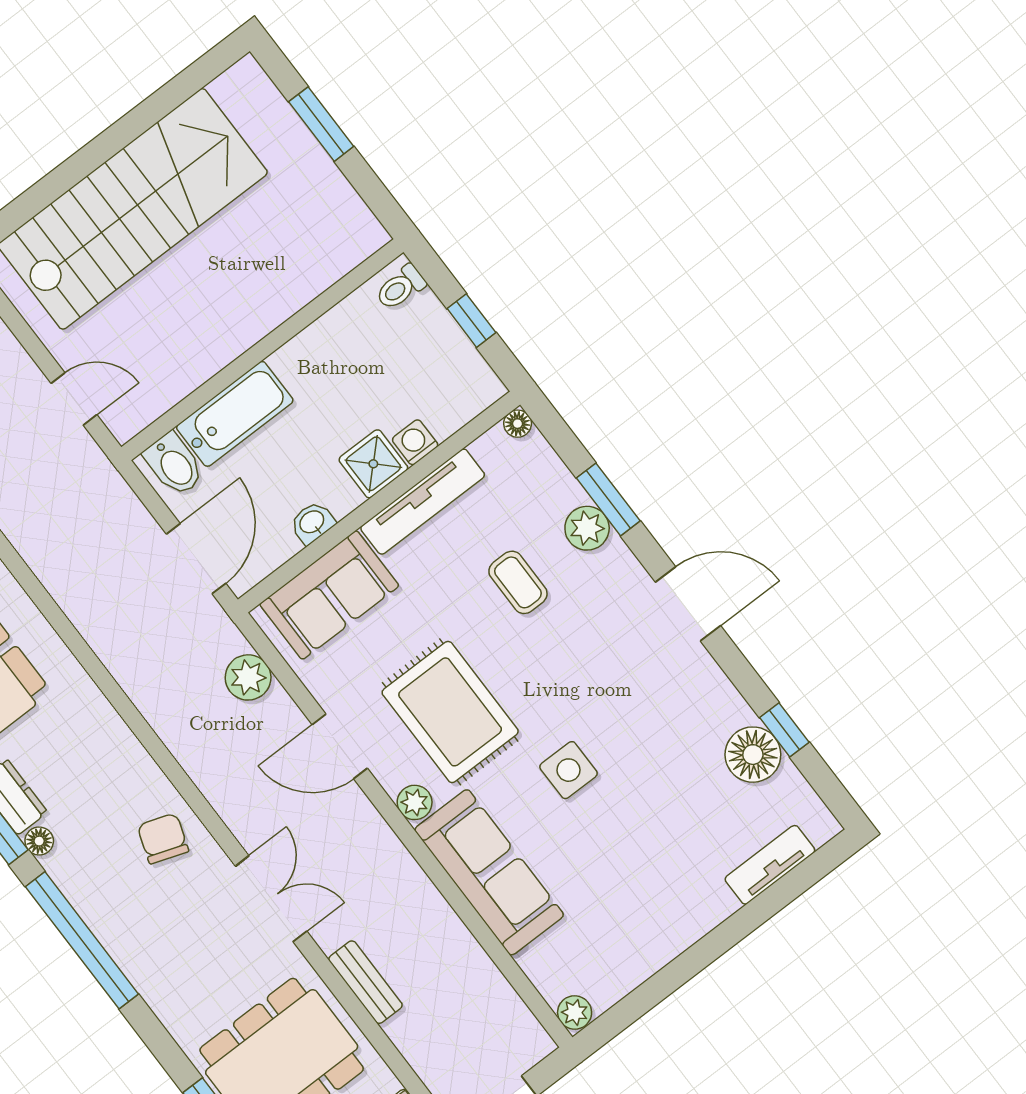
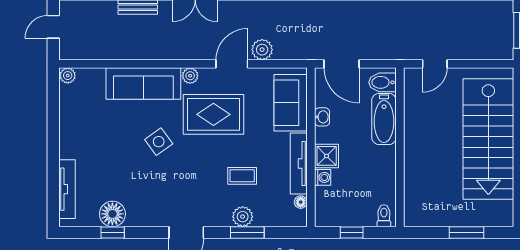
floor lamp: (518, 424) -> (301, 202), moved
plant: (248, 677) -> (262, 50), moved
side table: (569, 770) -> (159, 142), turned -36
tv unit: (770, 865) -> (67, 189), width x1.41

